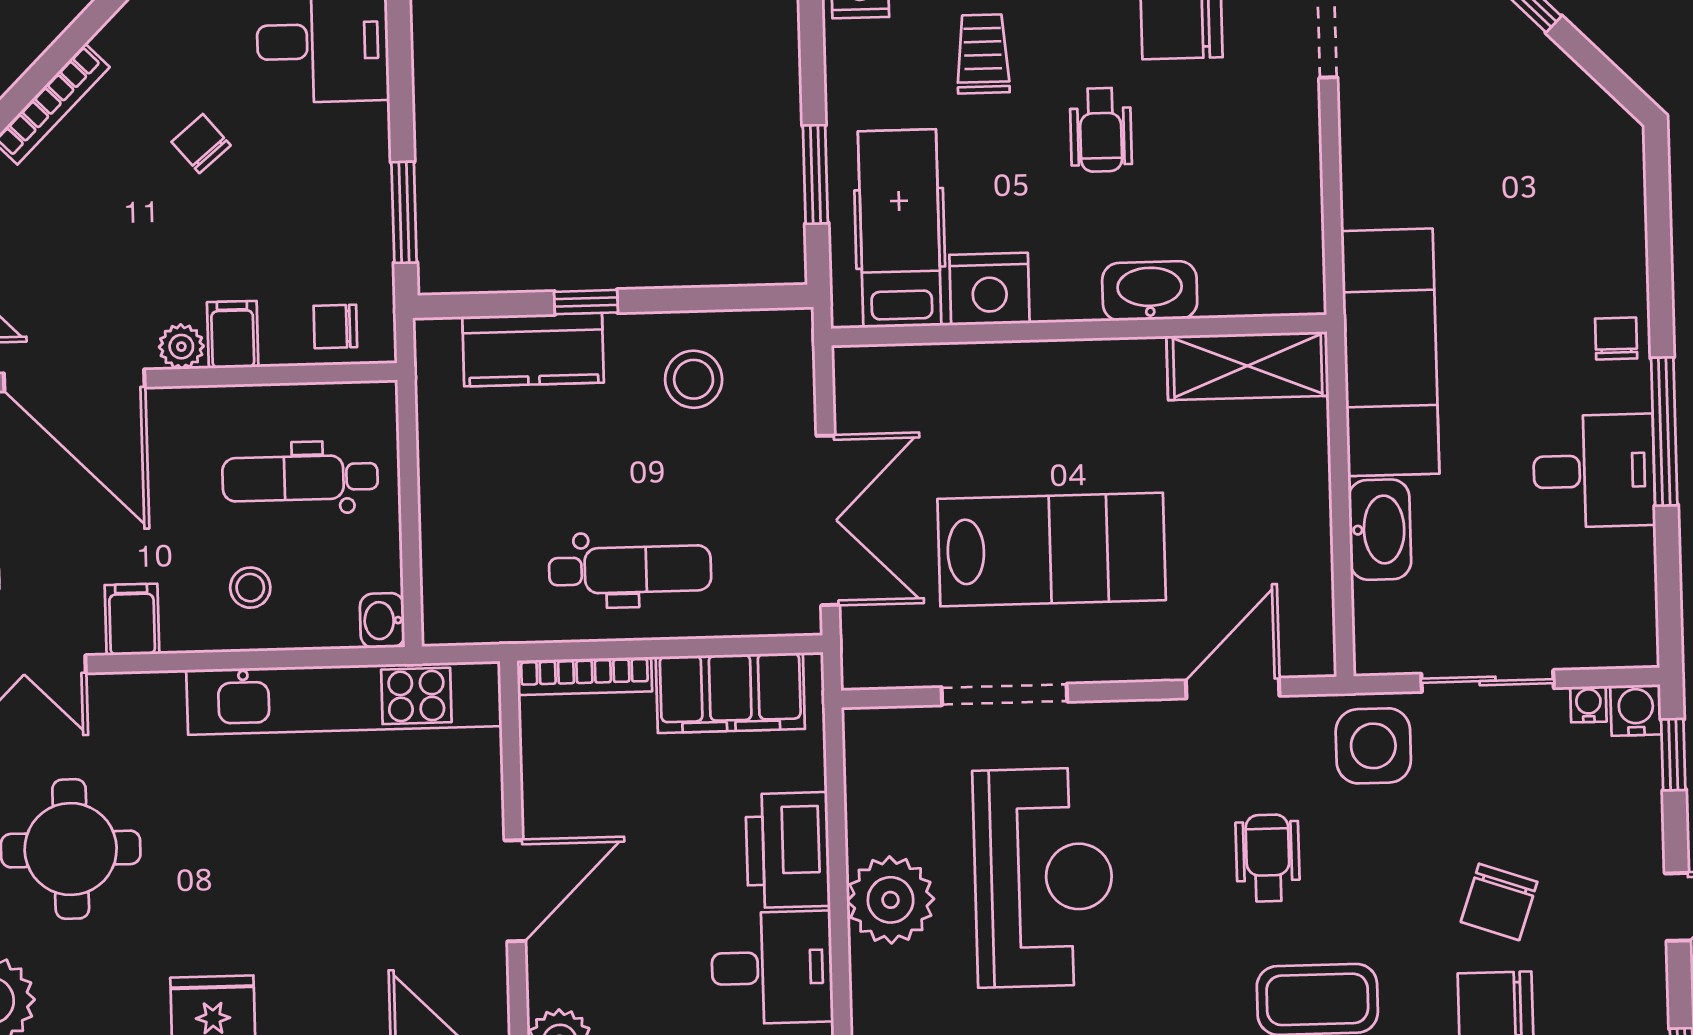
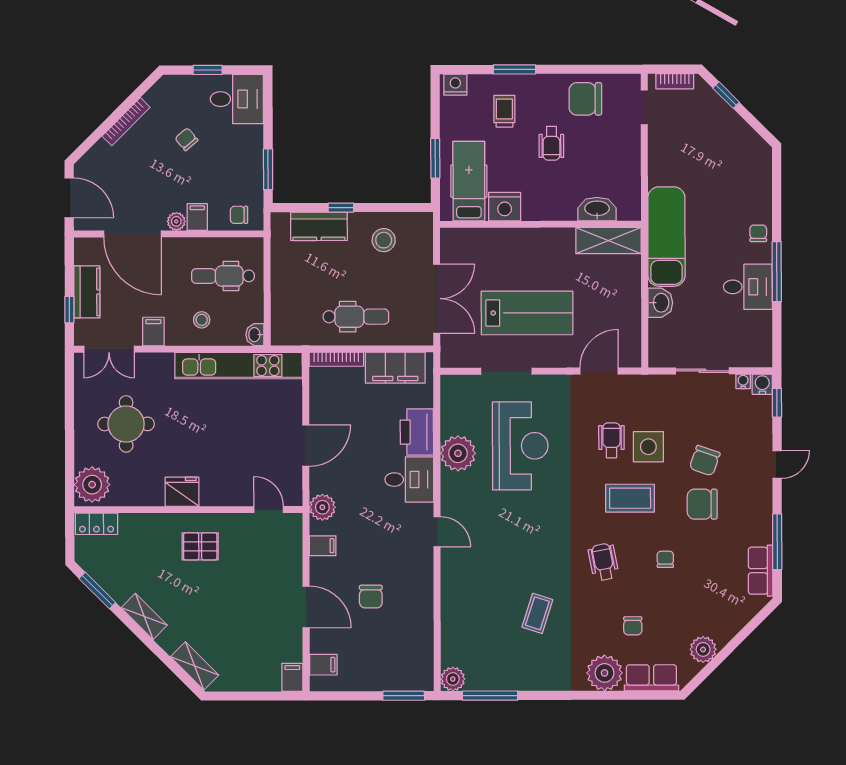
washbasin: (1150, 291) -> (597, 209), moved
washbasin: (1380, 530) -> (660, 303), width x0.72
side table: (1373, 746) -> (648, 447), moved

